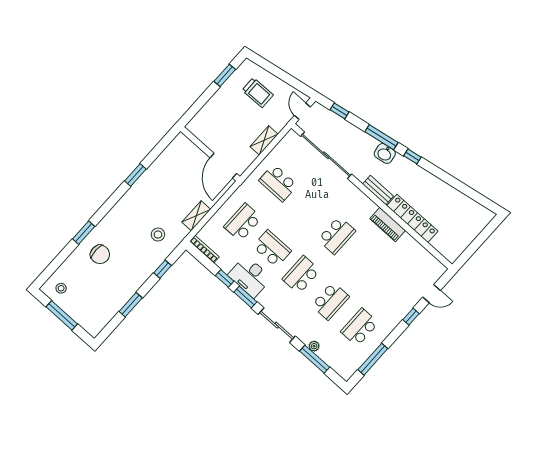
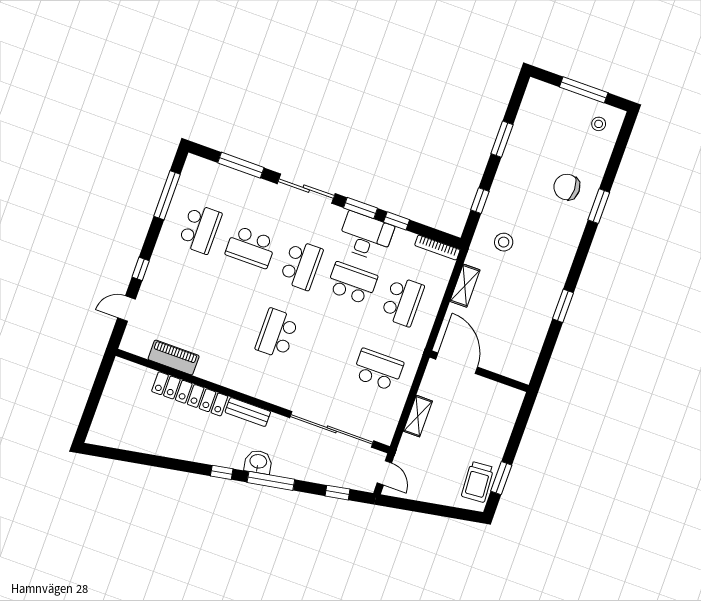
trolley: (258, 93) -> (478, 482), moved, turned -93
piano: (388, 224) -> (174, 358), moved
school desk: (272, 249) -> (352, 283), turned 180
school desk: (330, 301) -> (251, 247), turned -90
plant: (314, 346) -> (248, 181), removed

